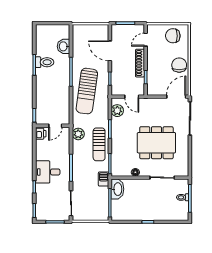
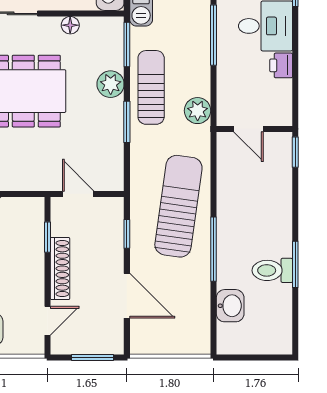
plant: (117, 111) -> (111, 84), moved
door: (55, 126) -> (248, 129), swing flipped
printer: (41, 134) -> (281, 65), moved

